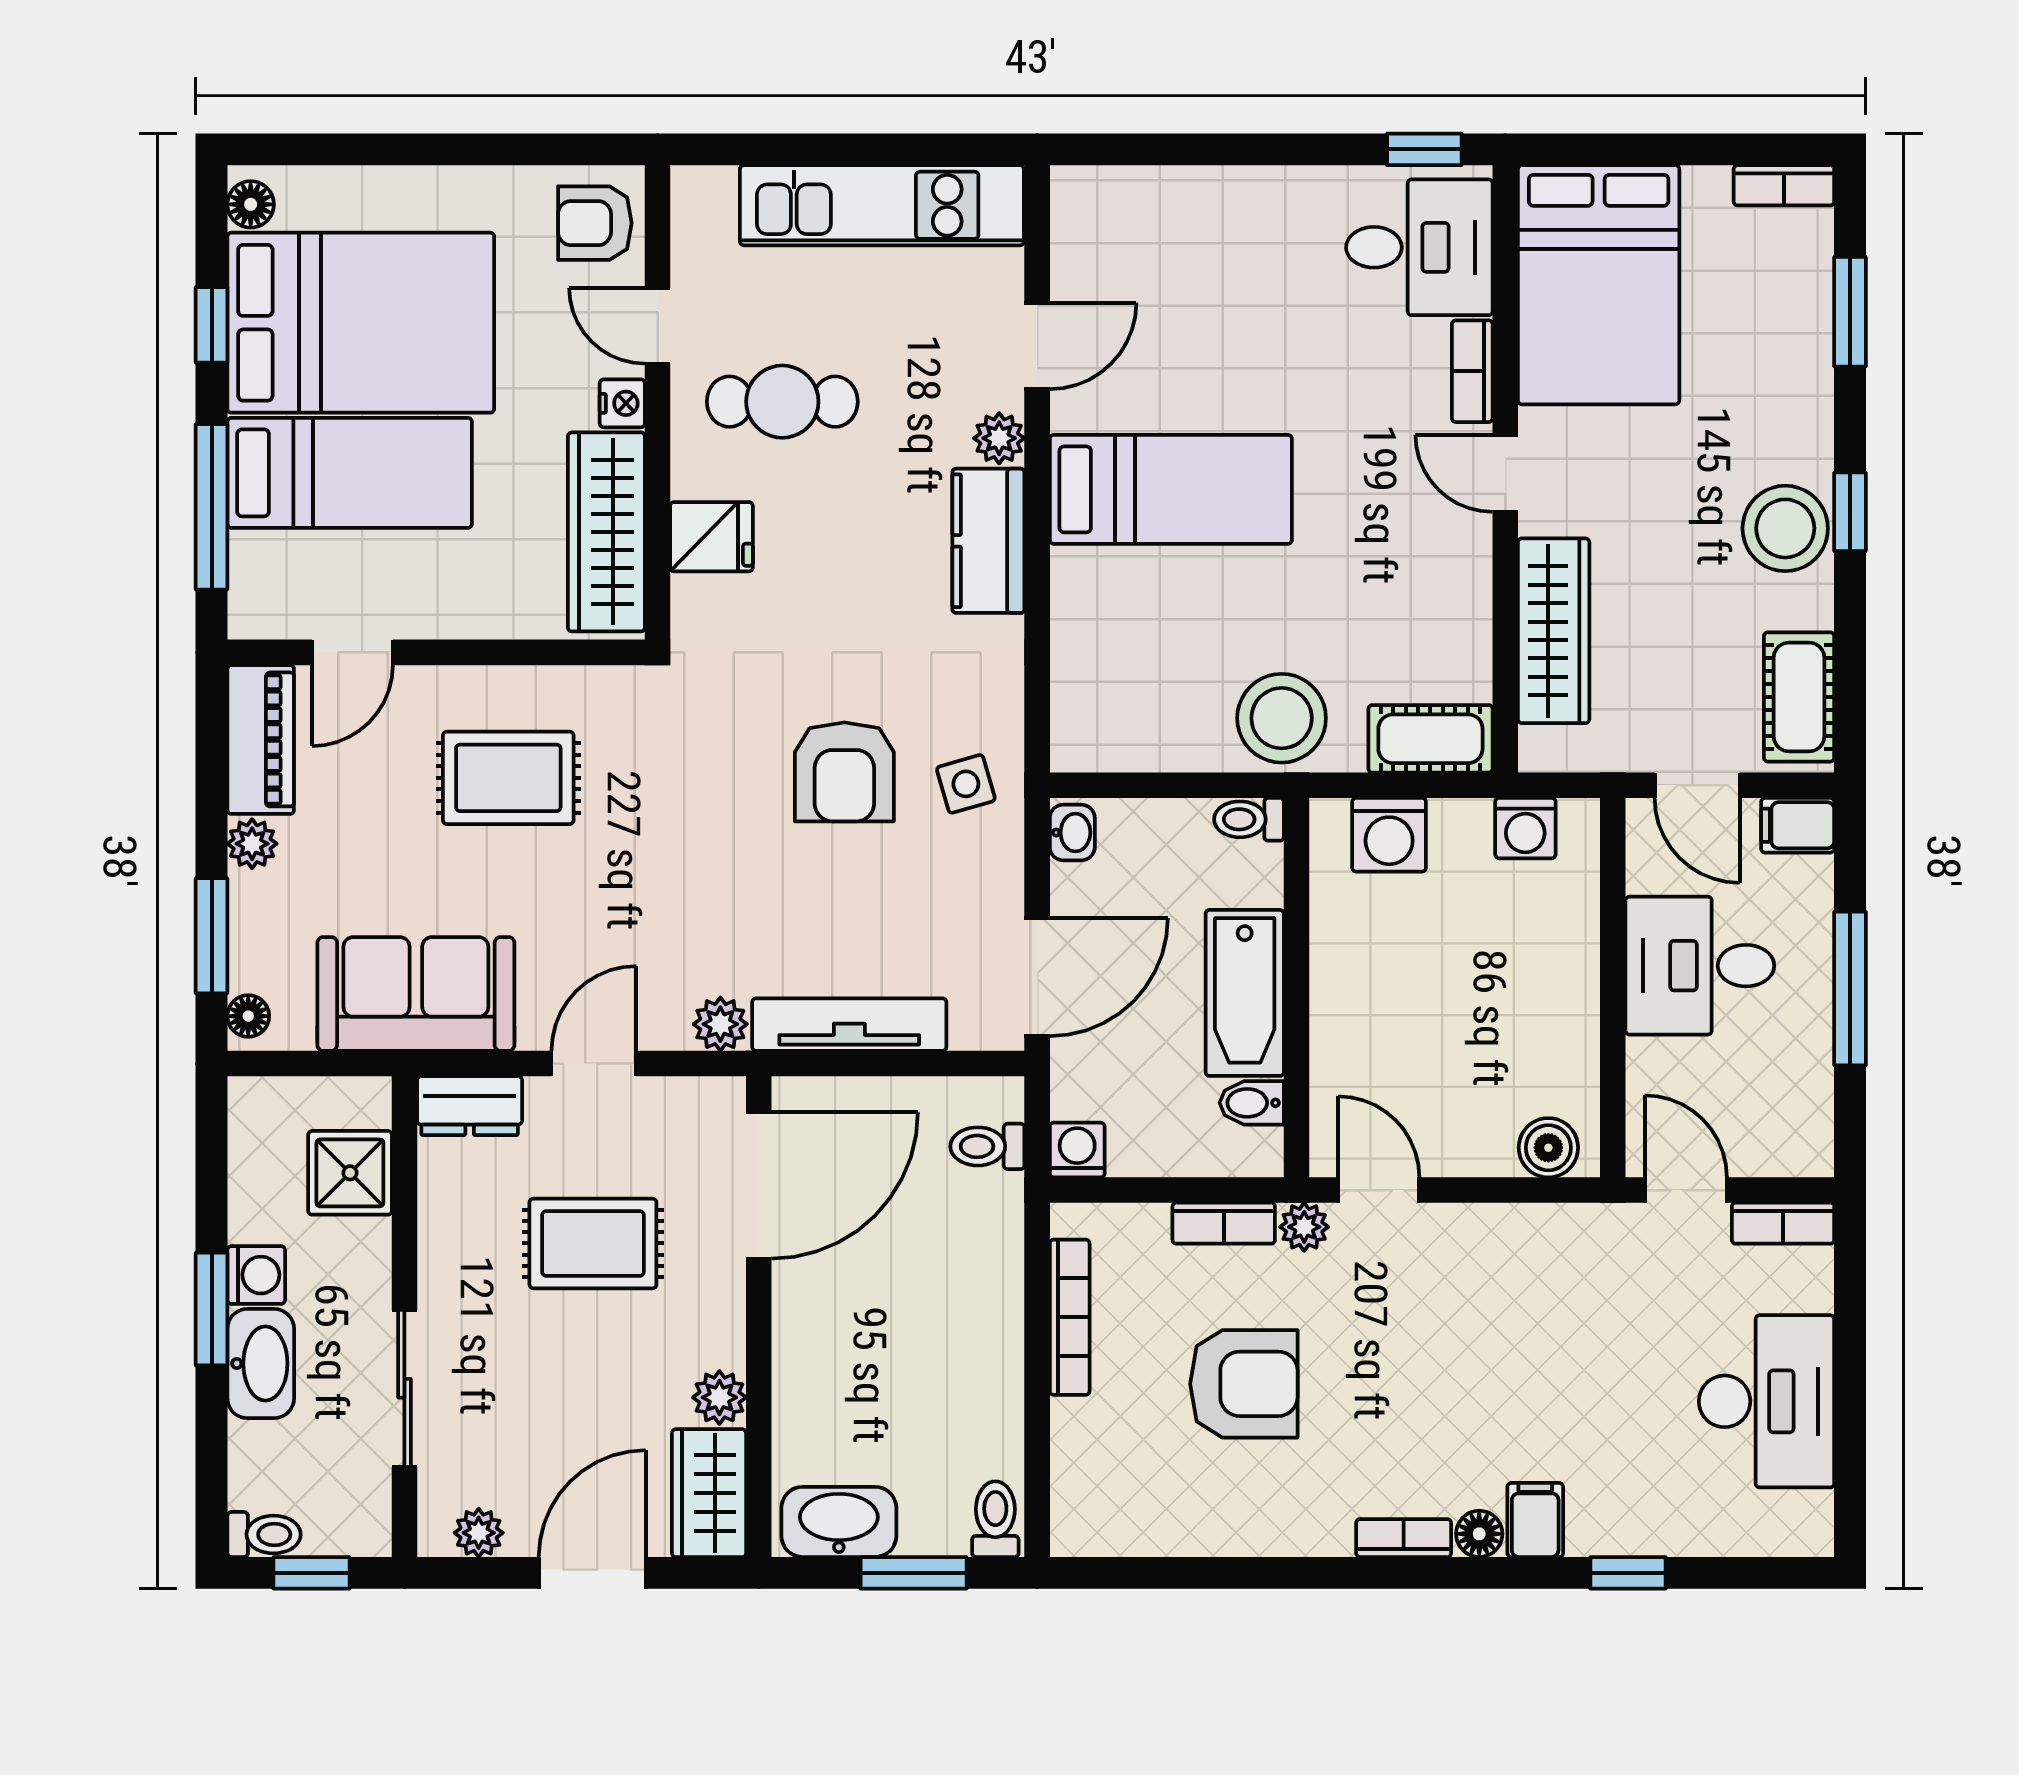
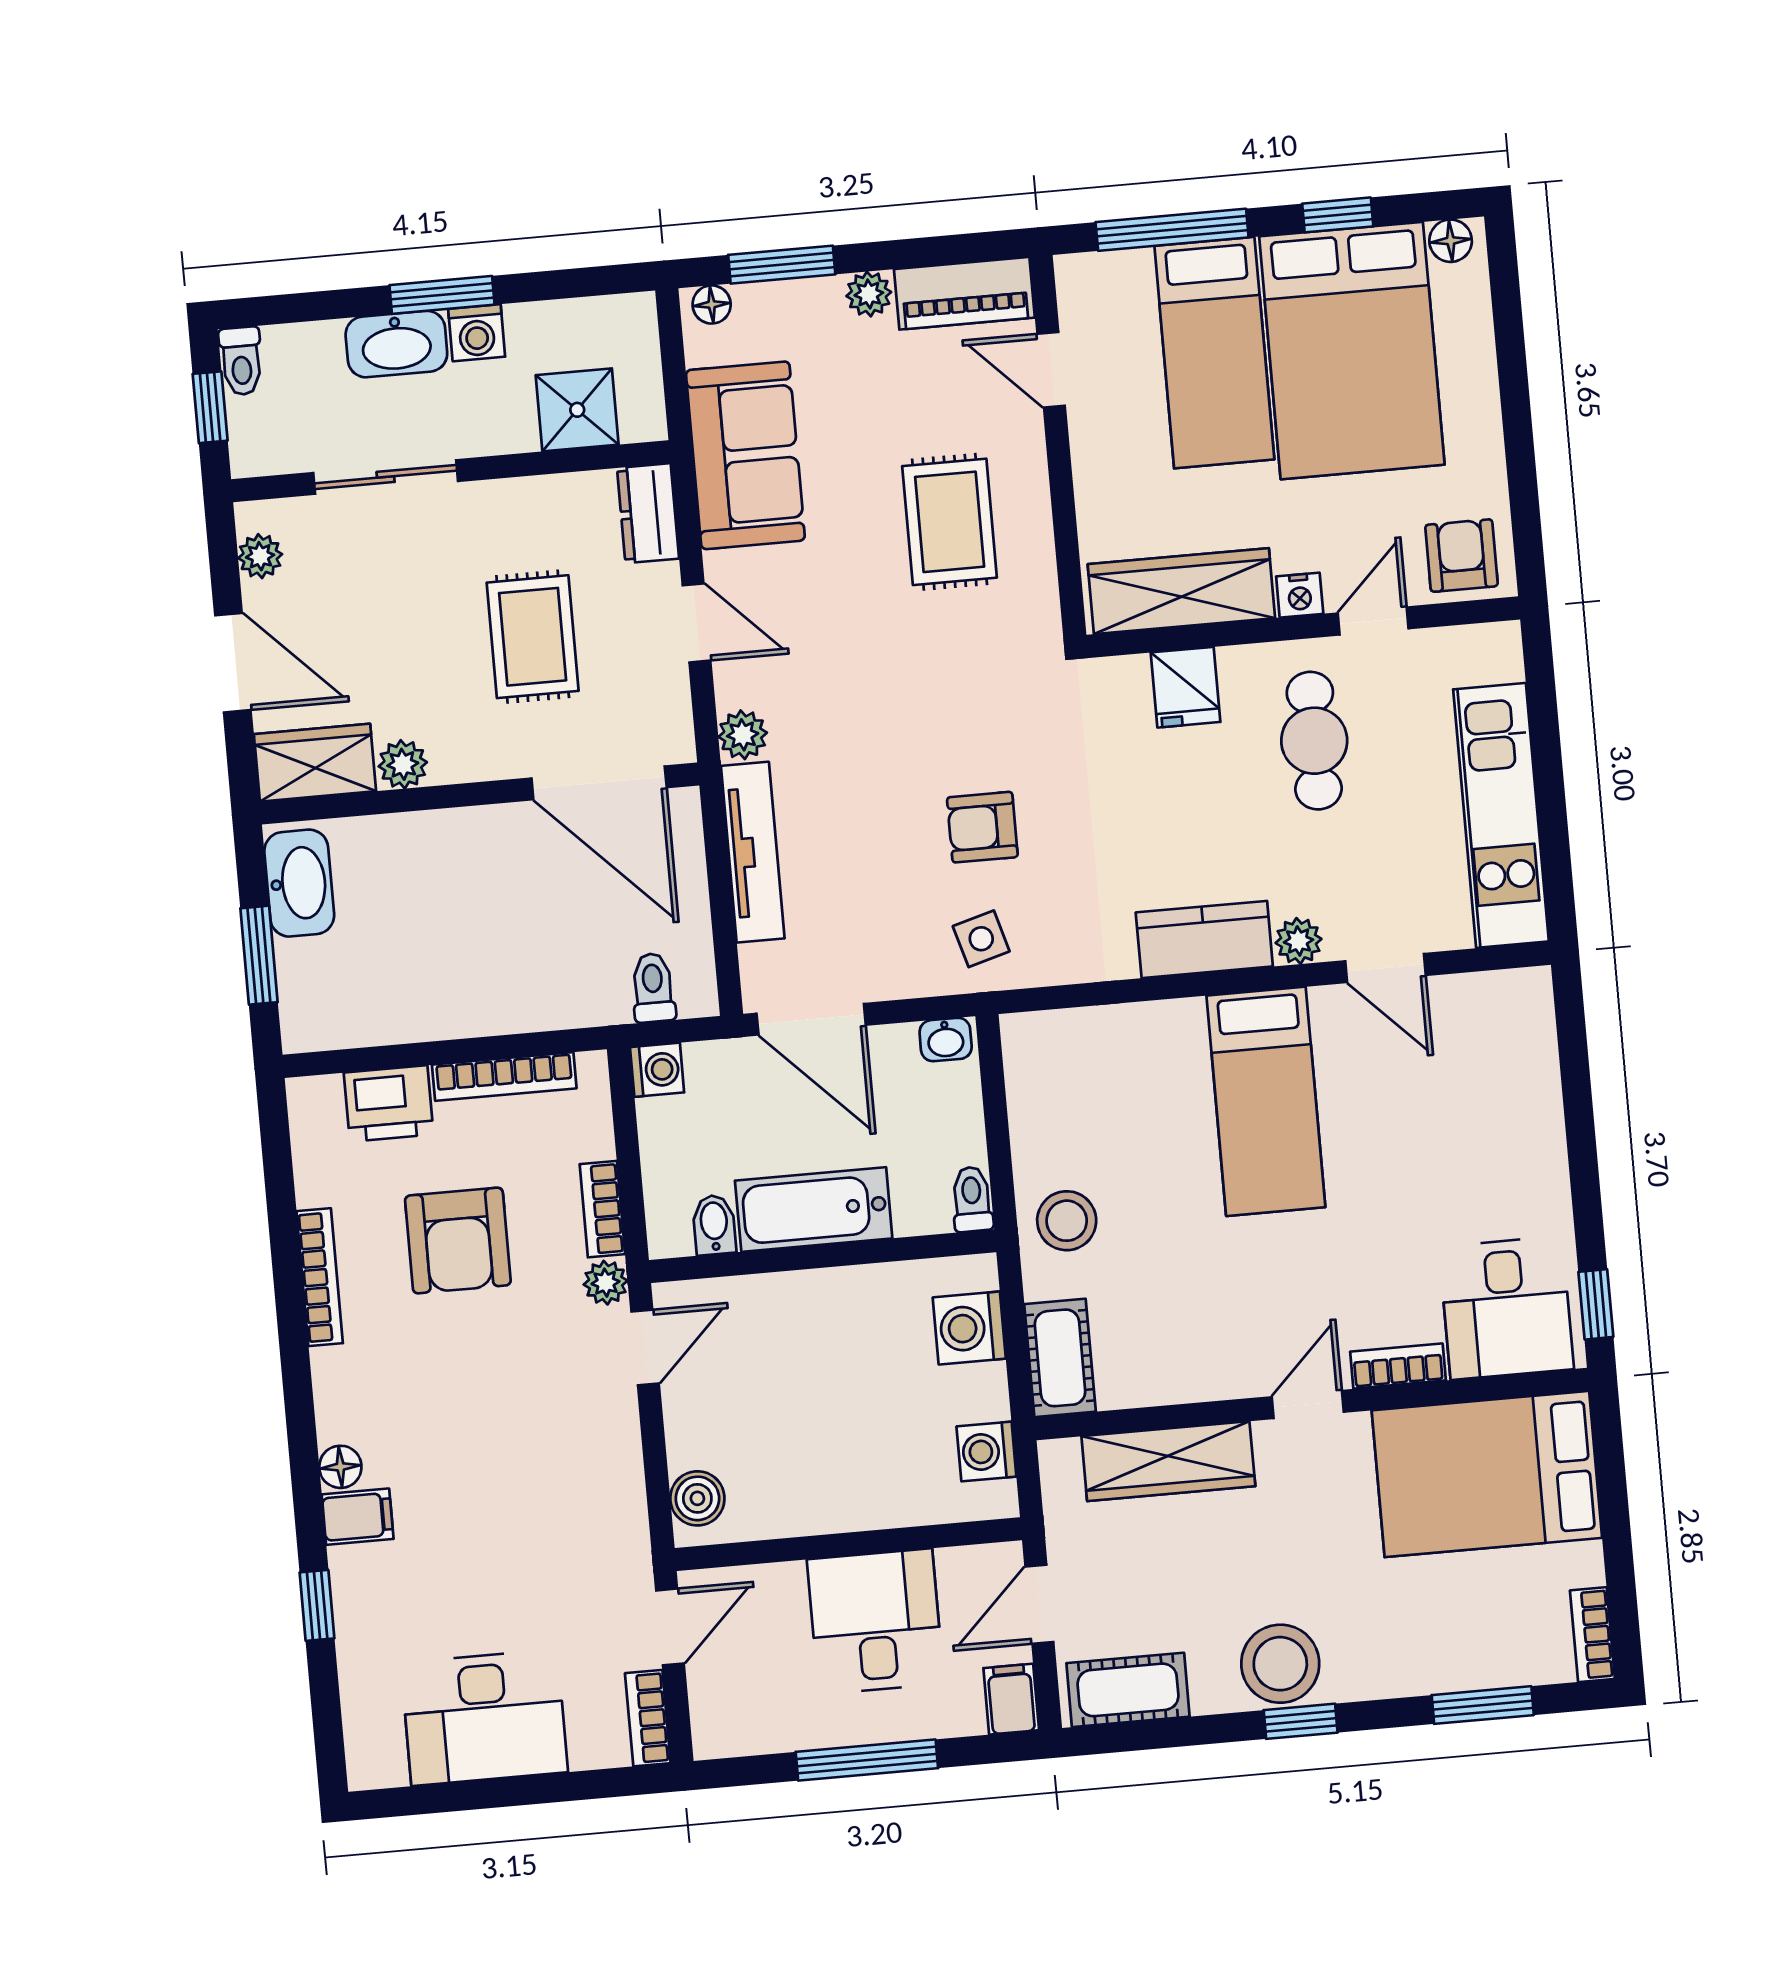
stool: (1282, 718) -> (1067, 1221), width x0.73, depth x0.73
armchair: (844, 772) -> (982, 827), width x0.72, depth x0.72
printer: (1088, 1446) -> (389, 1103), added
toilet: (995, 1519) -> (314, 1025), removed
bookcase: (1404, 1538) -> (320, 1277), moved, width x1.56

